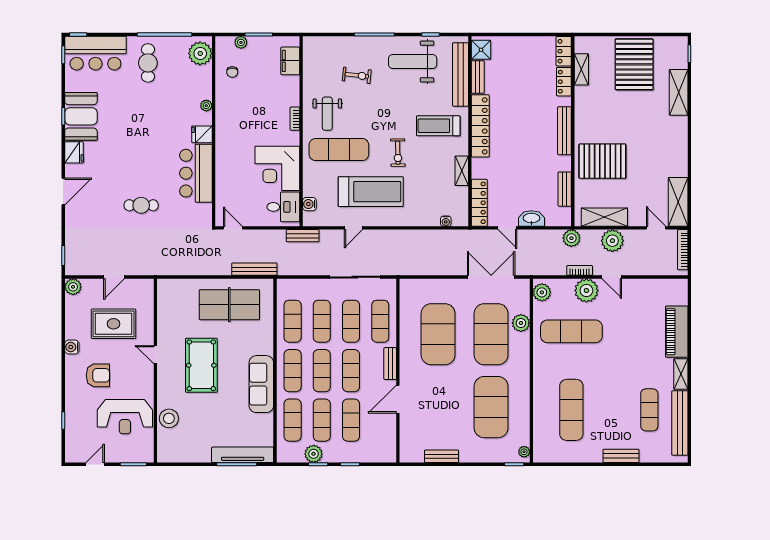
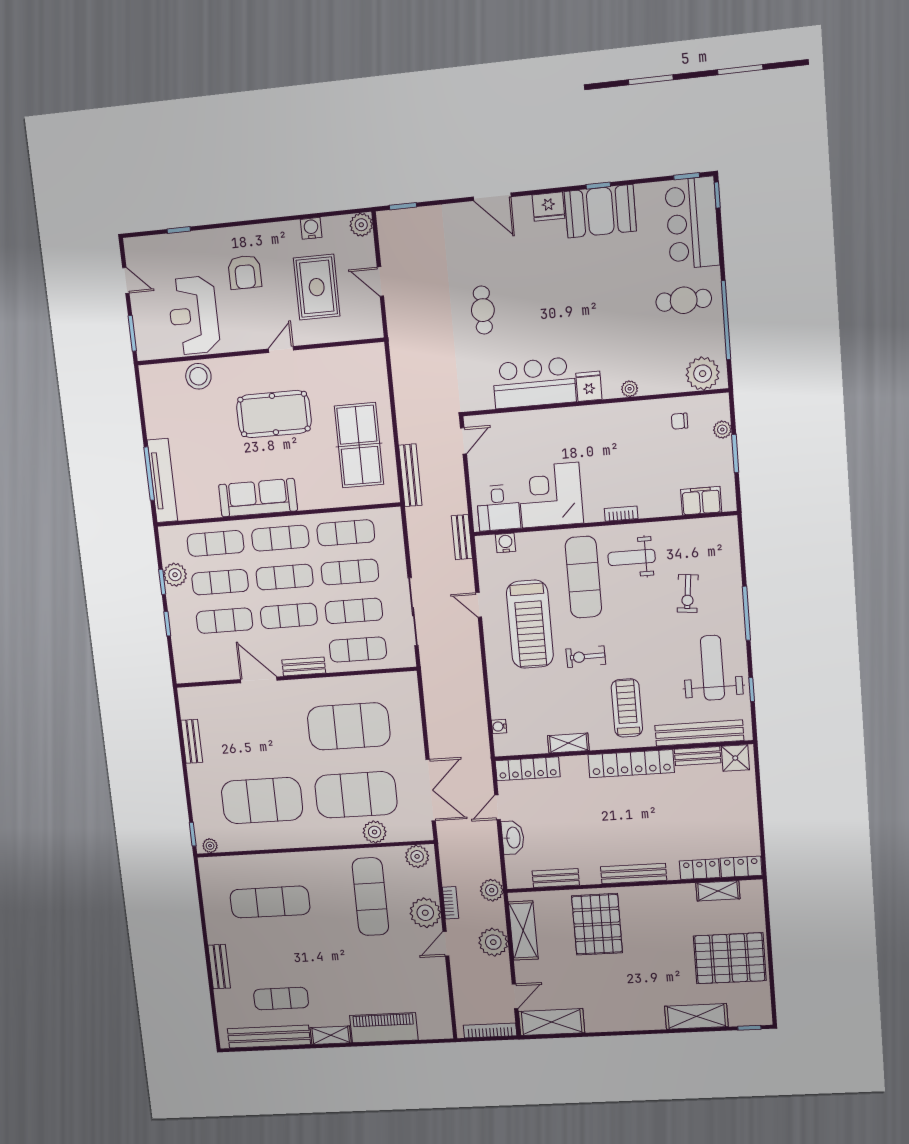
water cooler: (72, 347) -> (311, 228), moved

